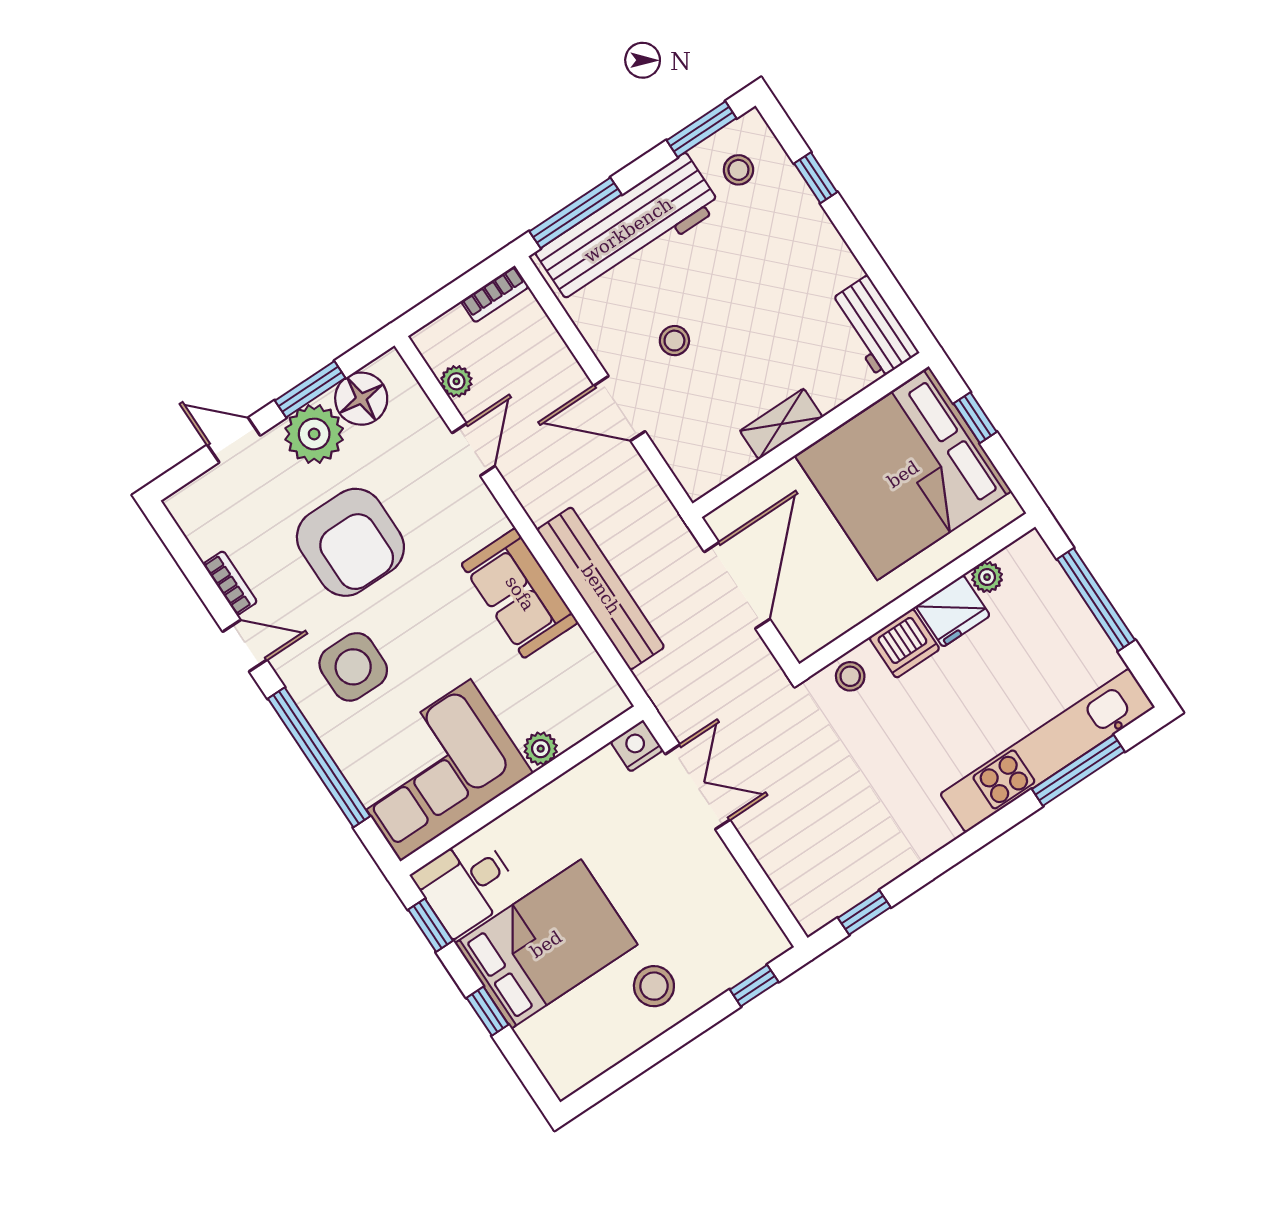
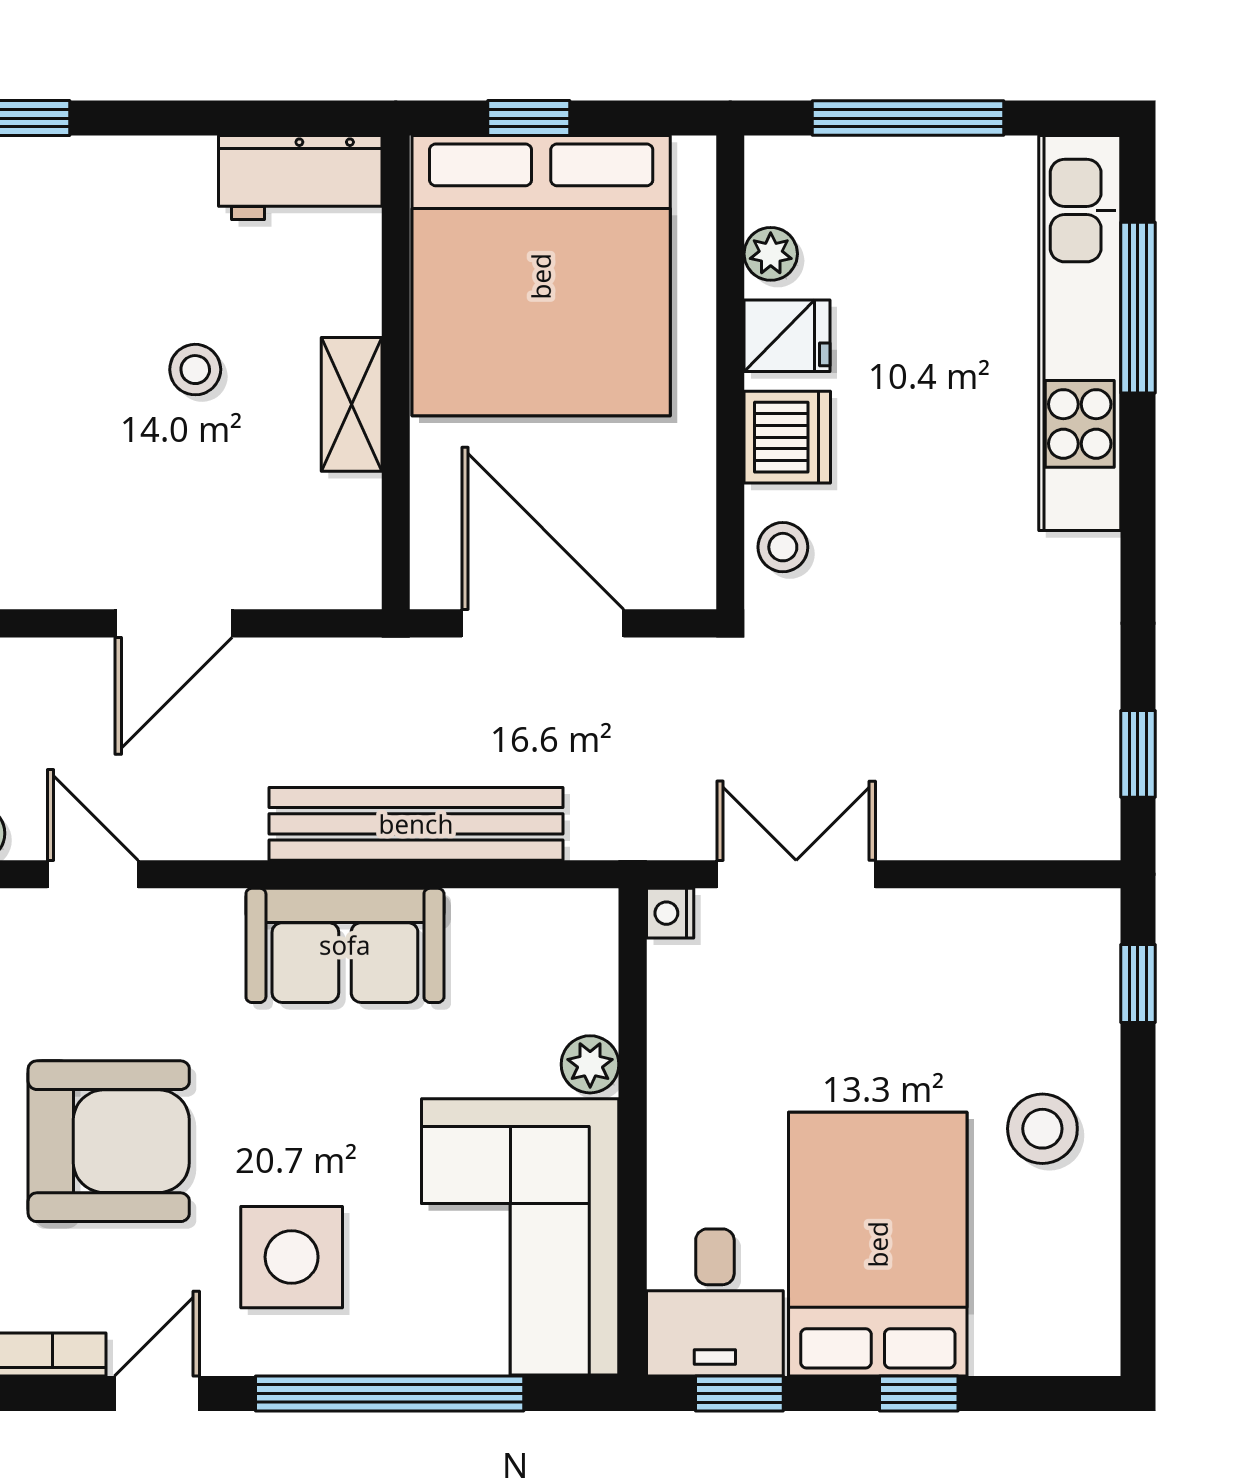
stool: (674, 341) -> (195, 370), moved
fridge: (953, 611) -> (787, 336), width x0.72
nightstand: (637, 746) -> (670, 913), width x0.72, depth x0.74

